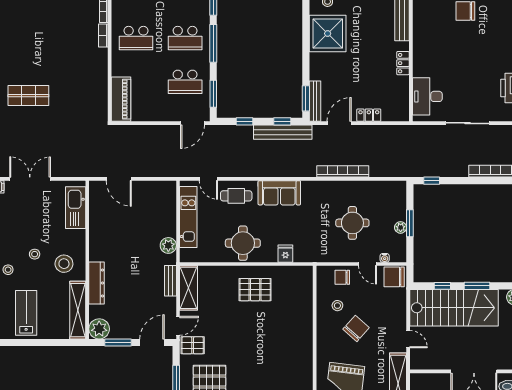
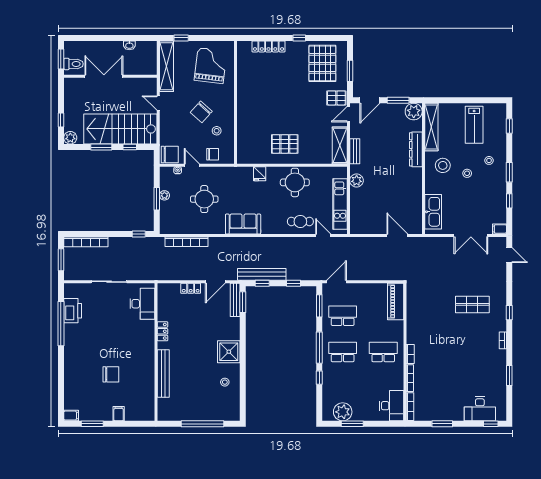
shower: (328, 33) -> (229, 352), width x0.73, depth x0.73
bookcase: (343, 171) -> (187, 242), moved
sofa: (279, 193) -> (243, 224), moved

